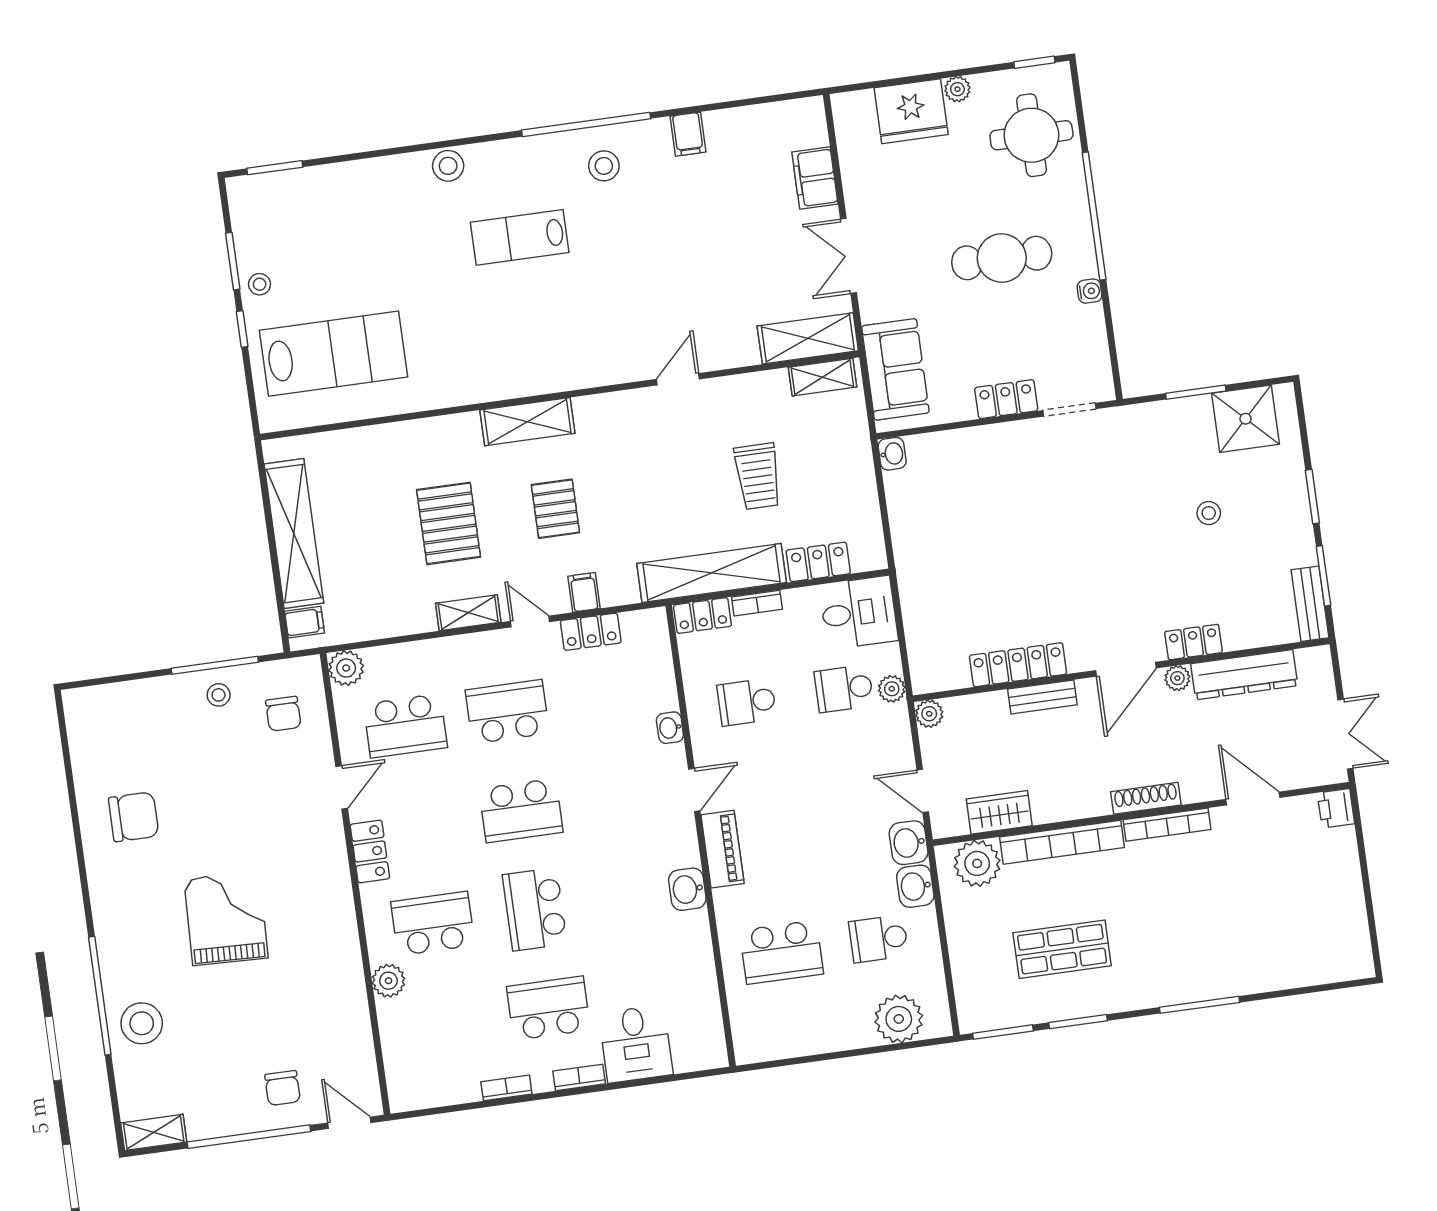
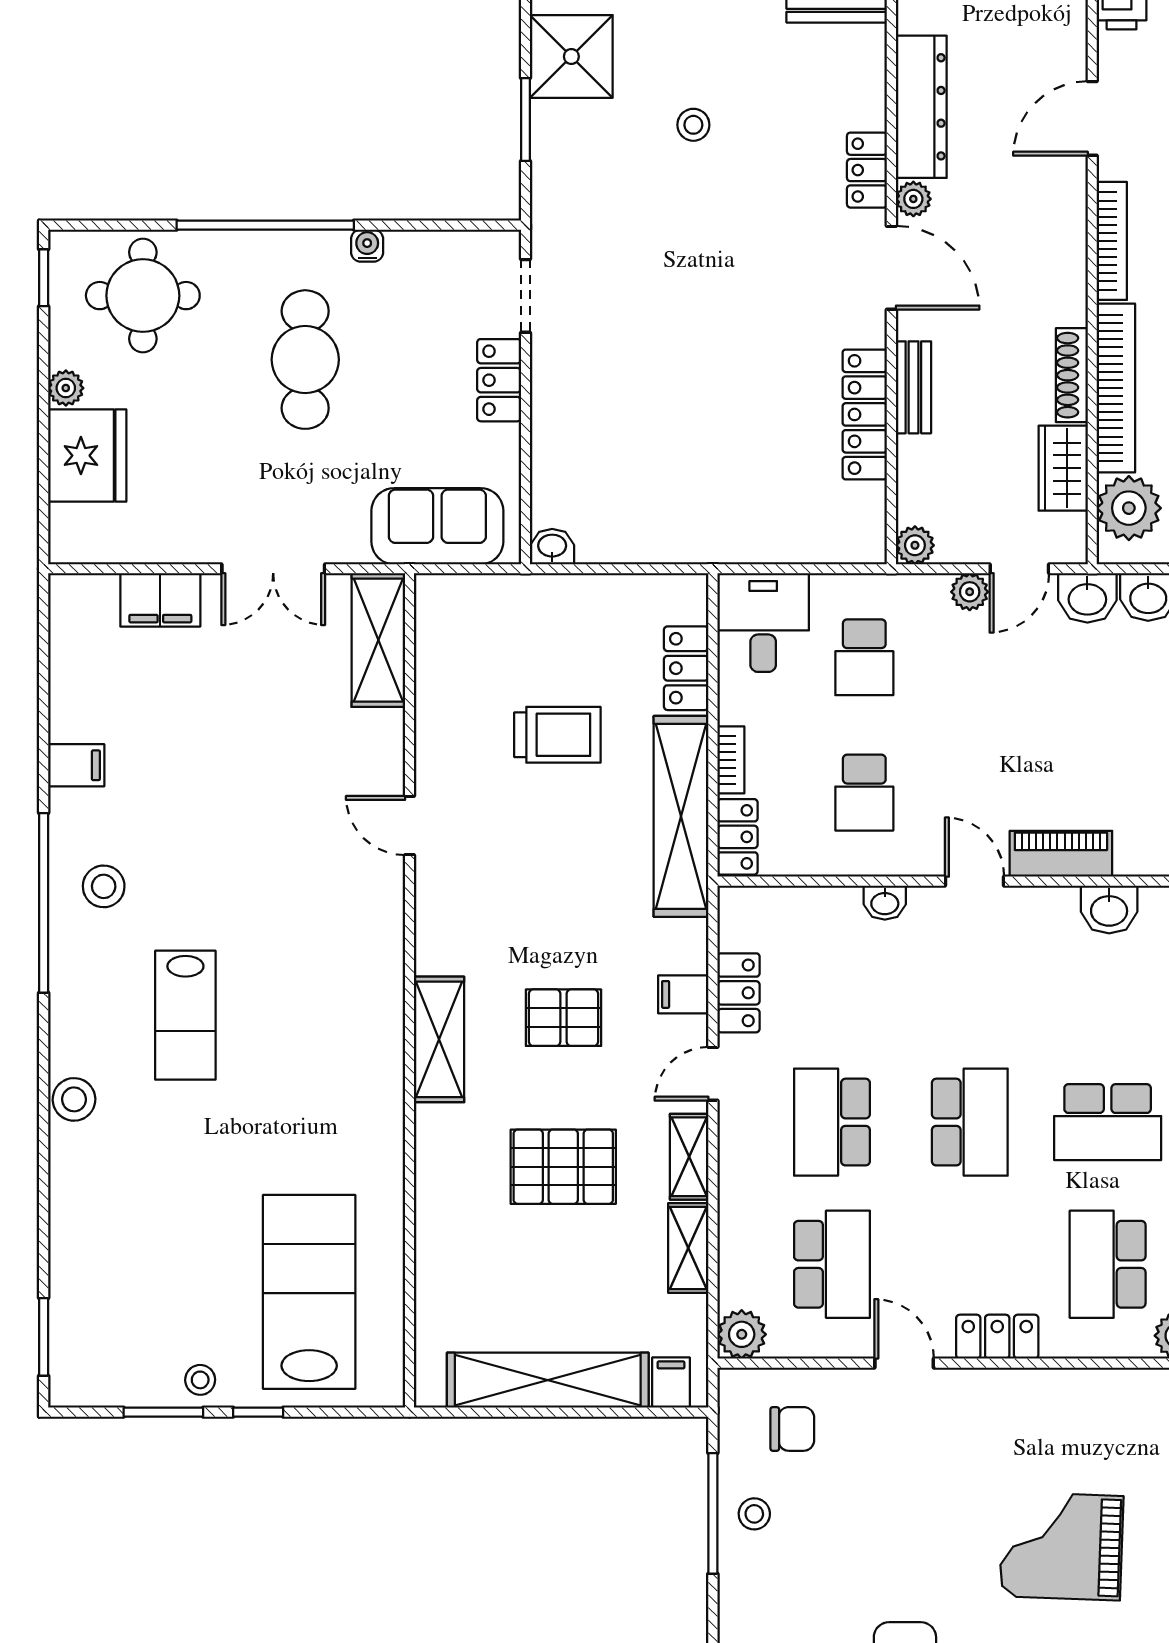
shelving: (822, 377) -> (688, 1248), moved
plant: (892, 689) -> (970, 592), moved
shoe rack: (1146, 798) -> (1072, 375), moved

